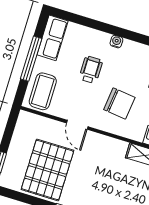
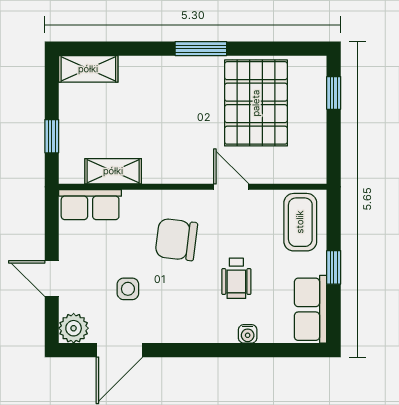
water cooler: (116, 42) -> (248, 334), moved
window: (31, 59) -> (334, 267), width x0.46

